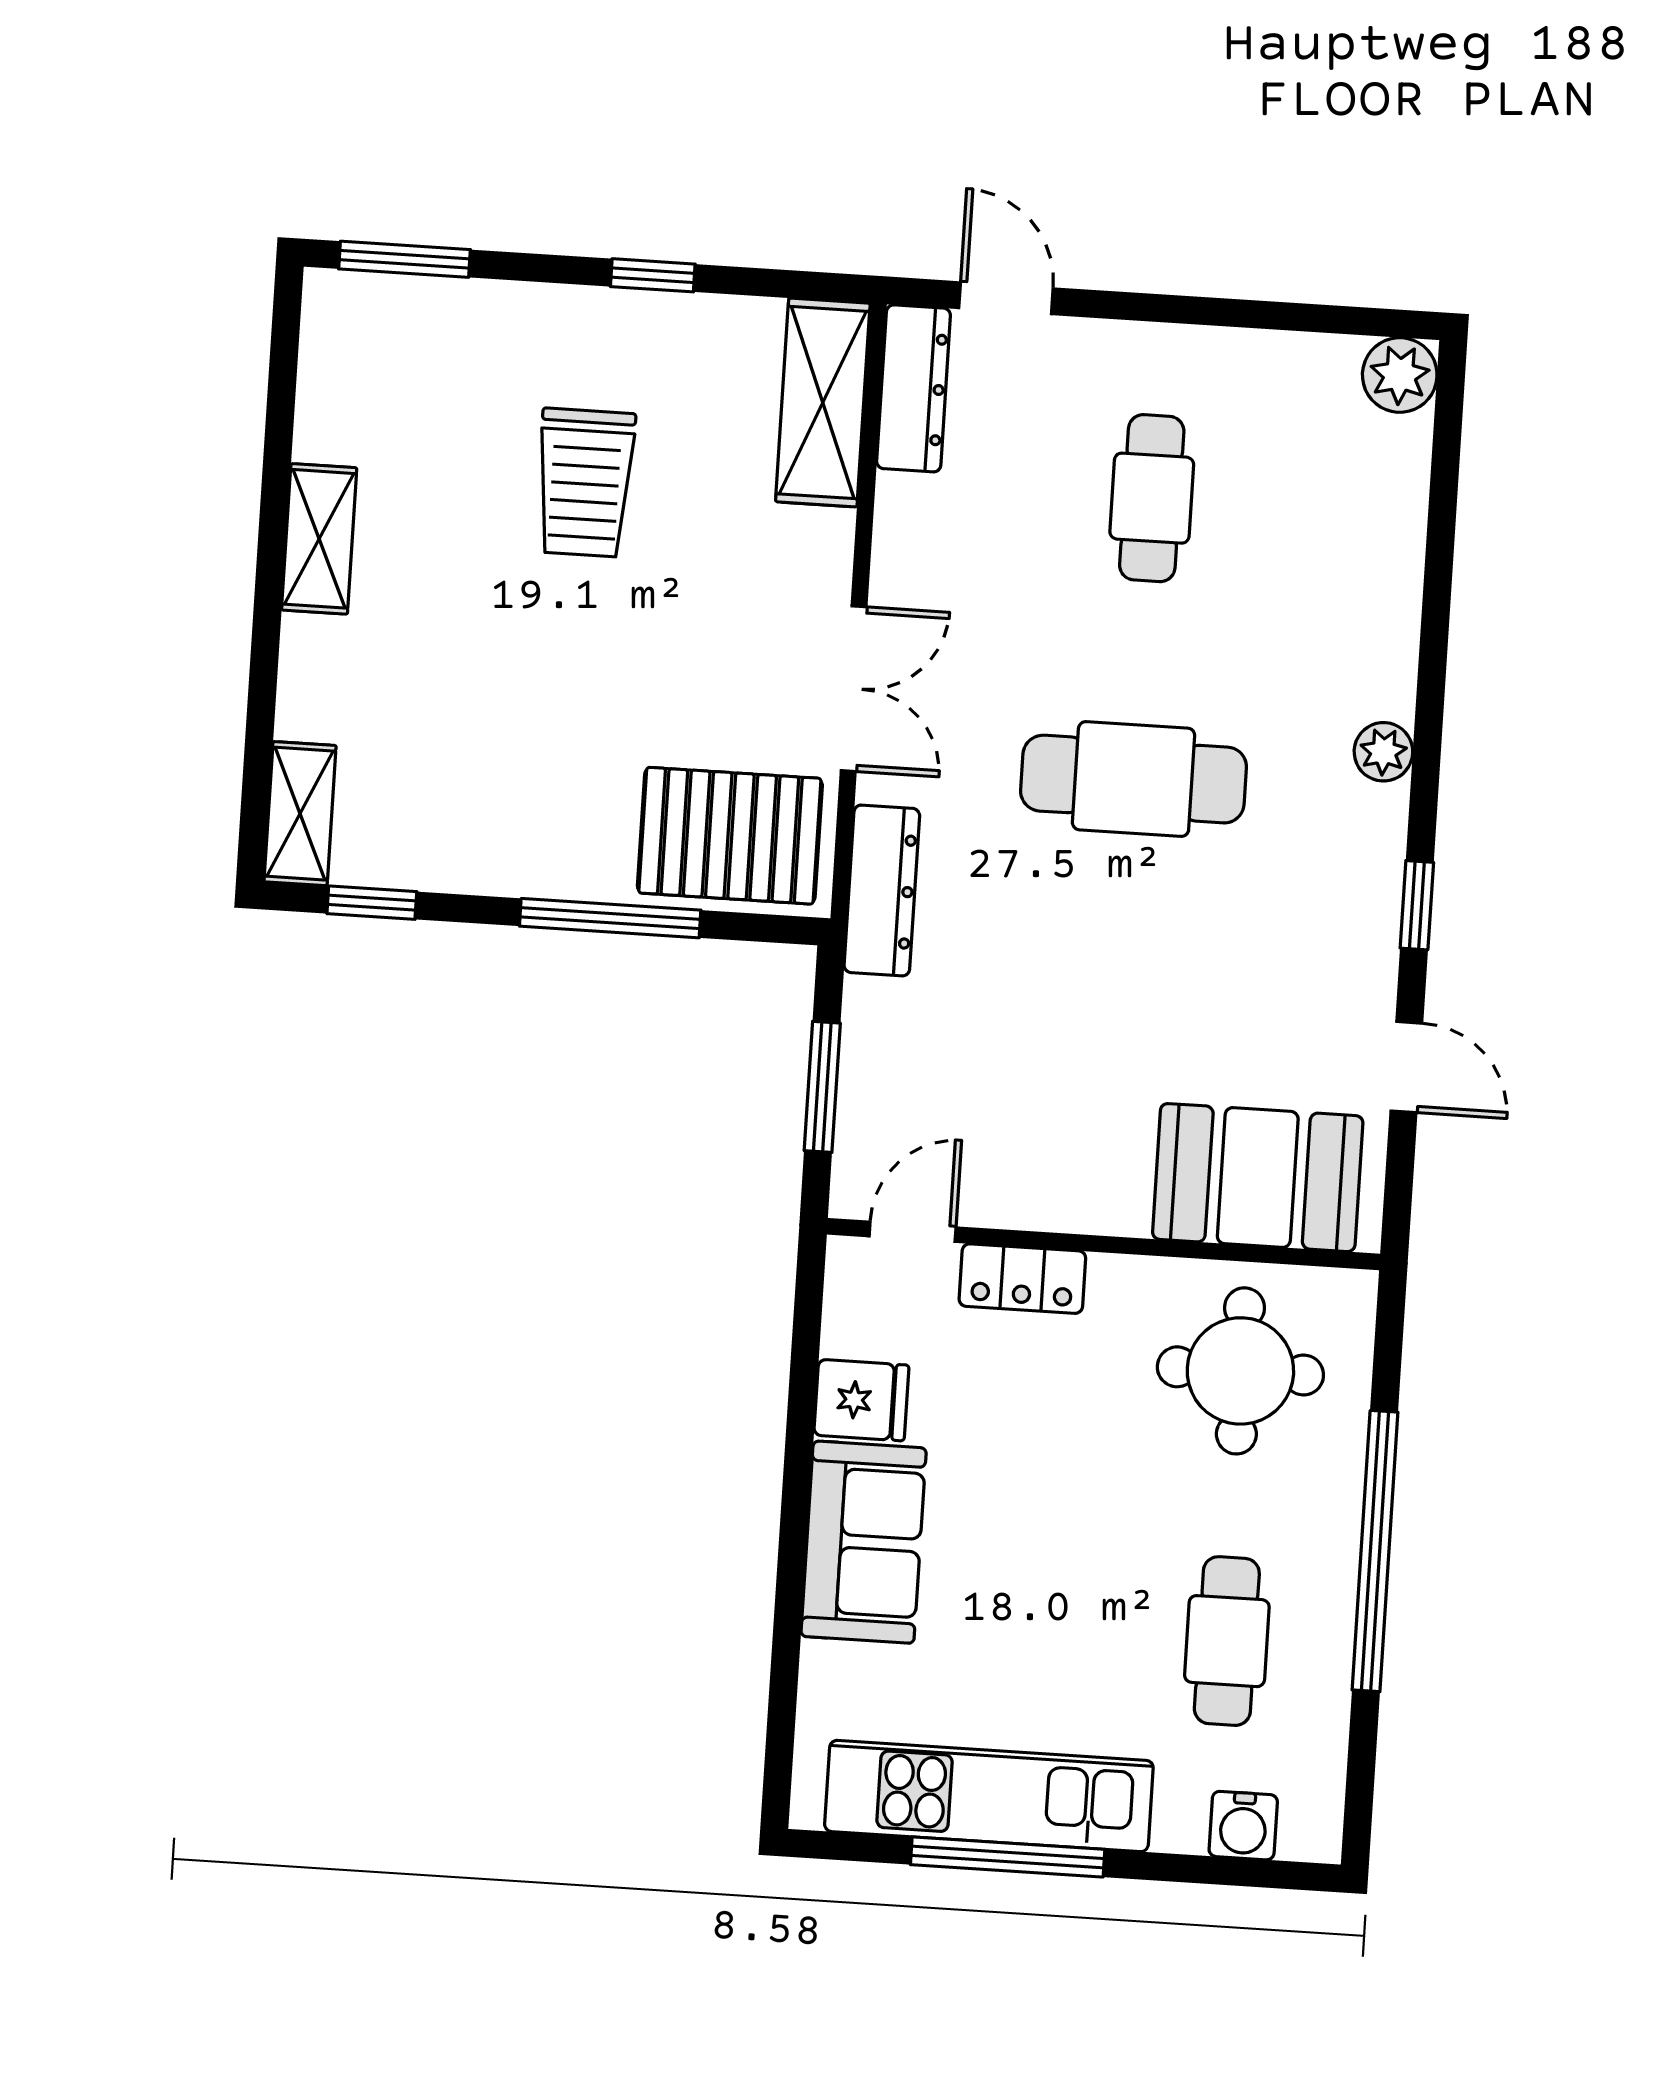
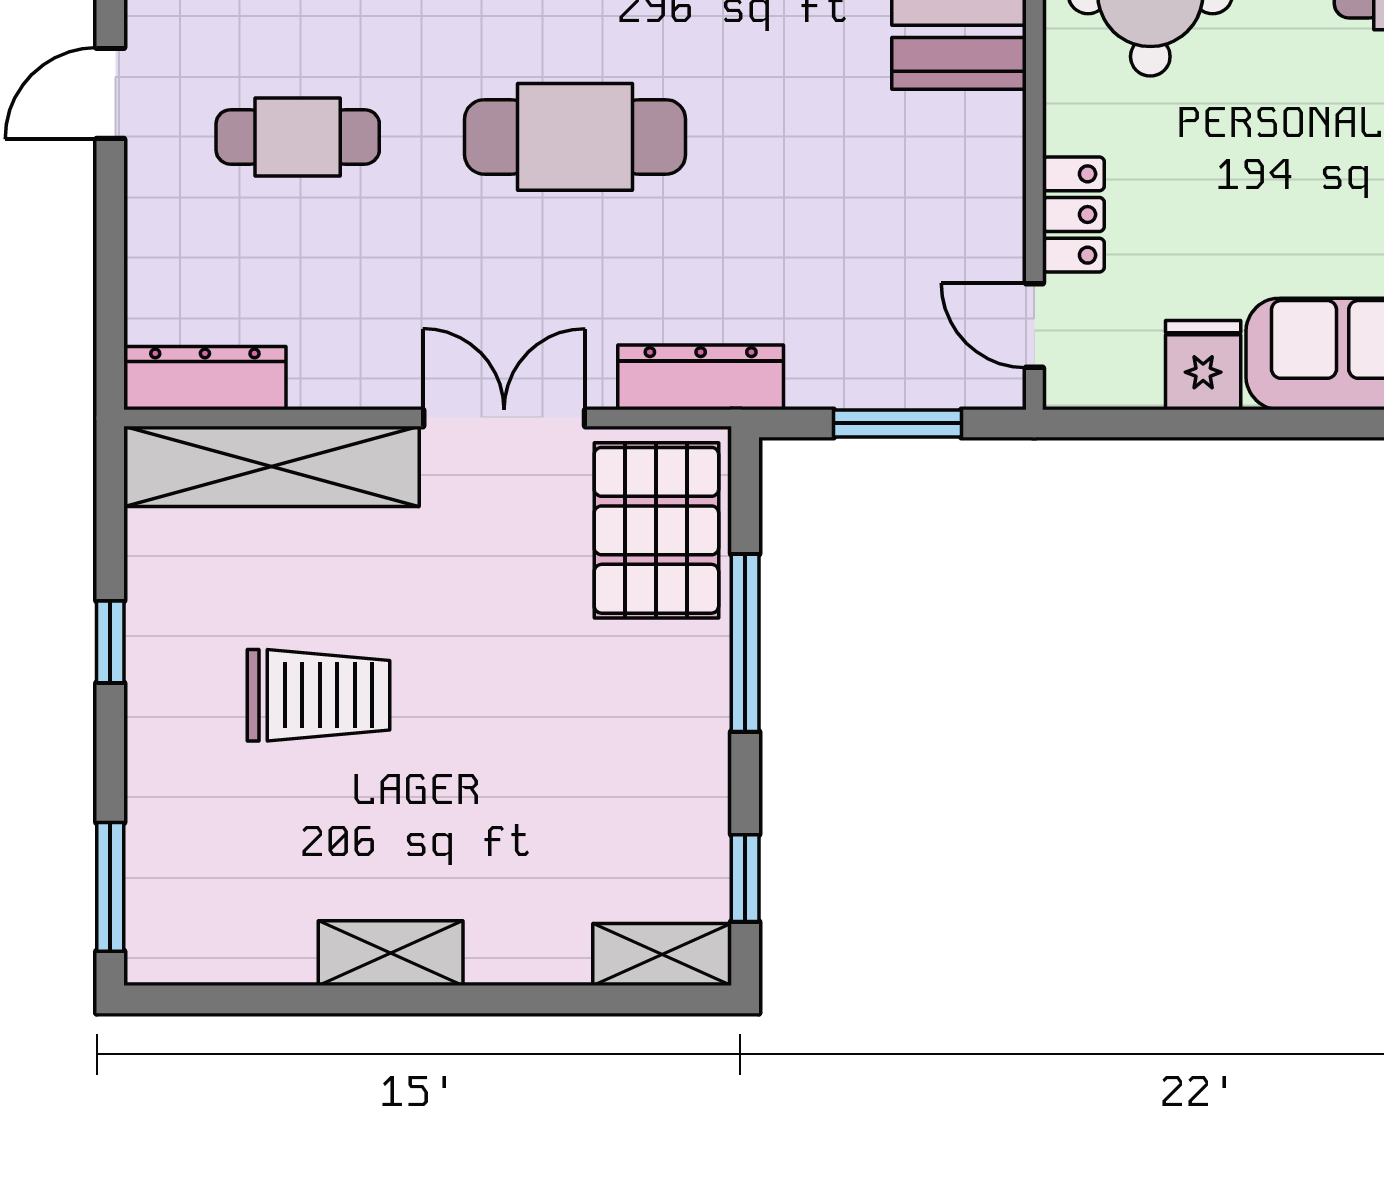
door: (1006, 298) -> (110, 93), moved
shelving: (823, 403) -> (272, 466), width x1.47
cafe table: (1134, 779) -> (575, 137), turned 90

